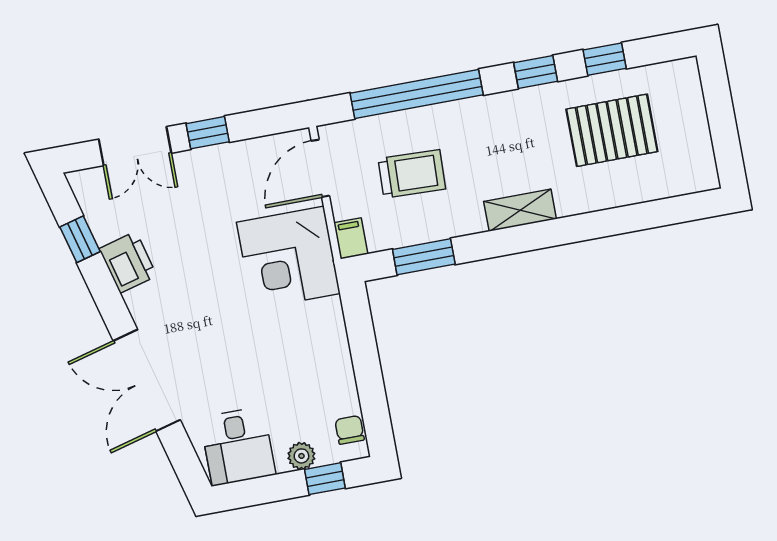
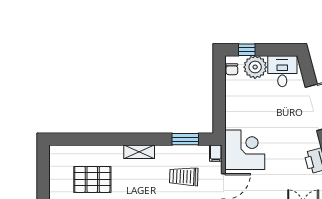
plant: (301, 456) -> (255, 67), width x1.88, depth x1.88

